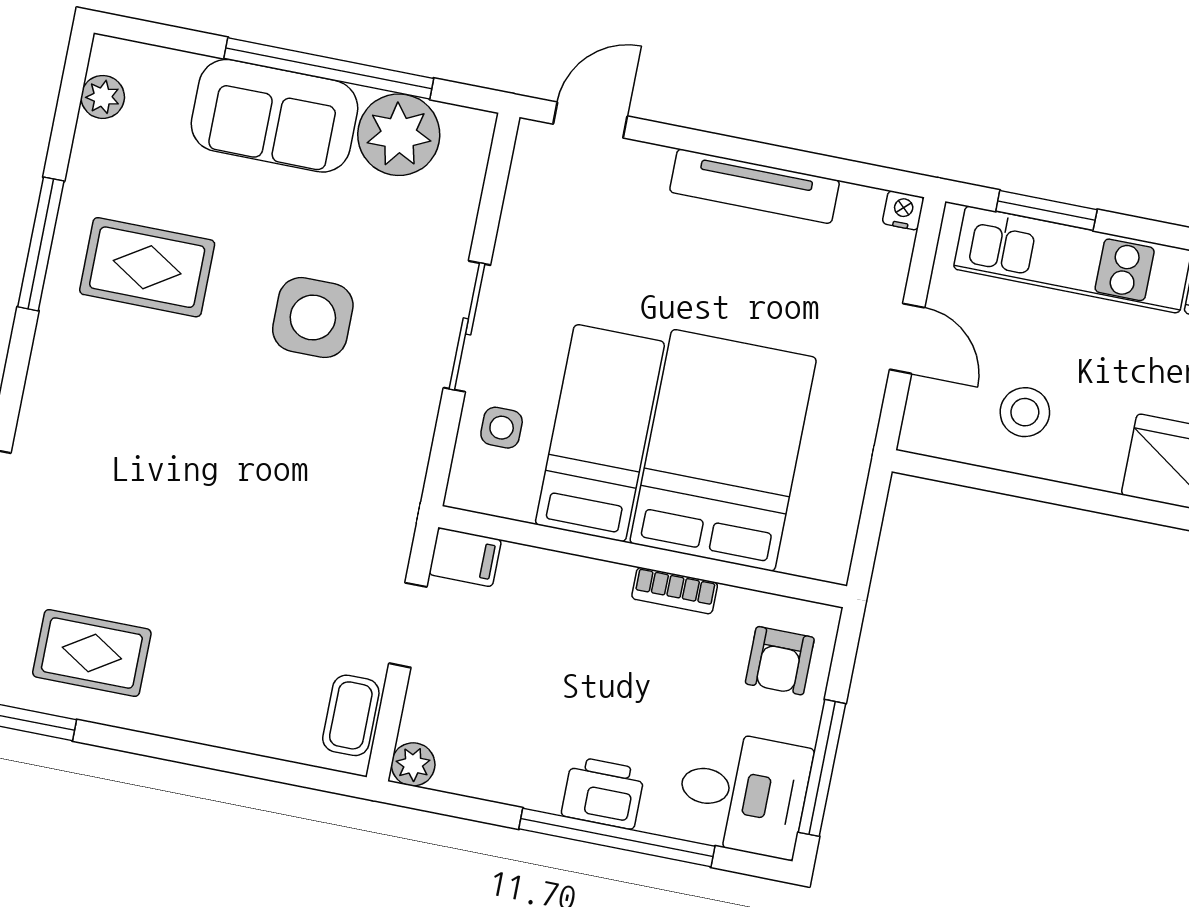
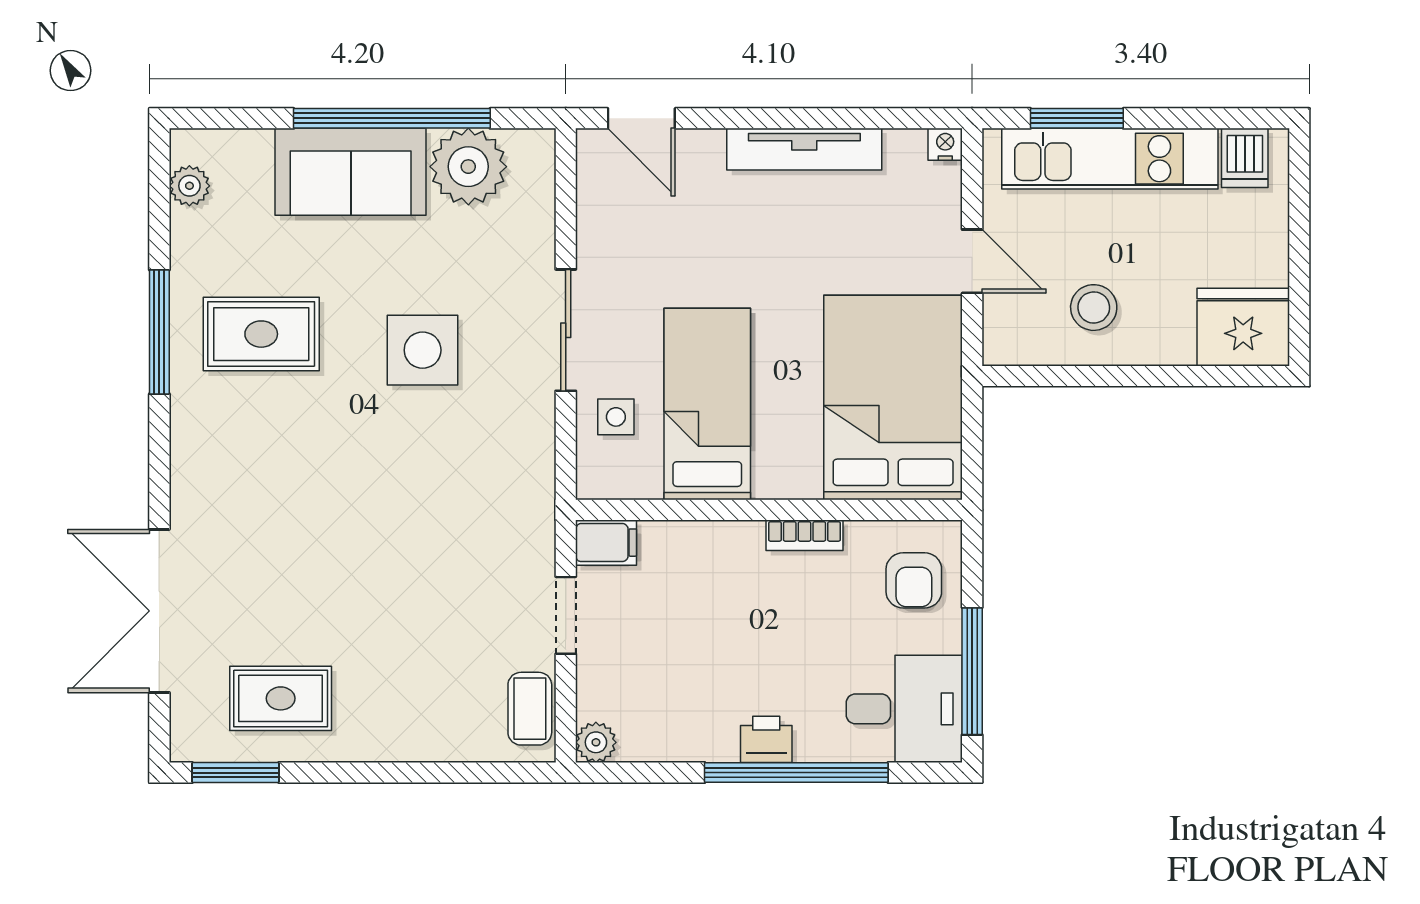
door: (590, 120) -> (641, 118), swing flipped
bed: (723, 450) -> (893, 397), moved
printer: (603, 793) -> (766, 739), width x0.73, depth x0.81

